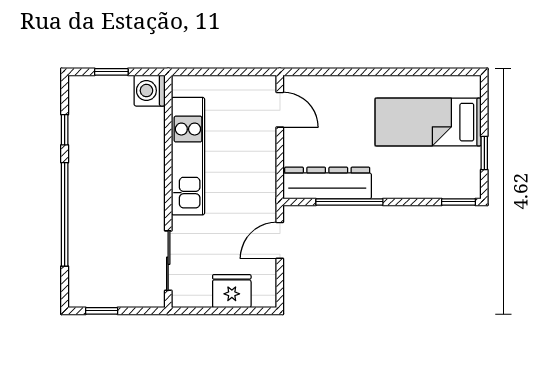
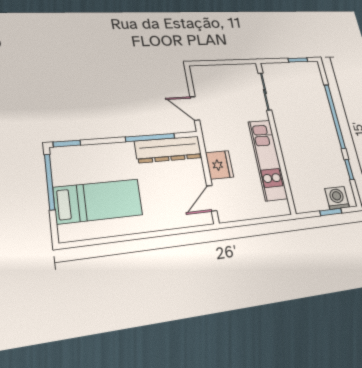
washing machine: (150, 91) -> (337, 198), moved, turned -90
door: (280, 110) -> (212, 198), hinge flipped
window: (484, 153) -> (50, 182), width x2.17
door: (280, 240) -> (195, 108), swing flipped
fridge: (232, 291) -> (219, 165), moved, turned -90

